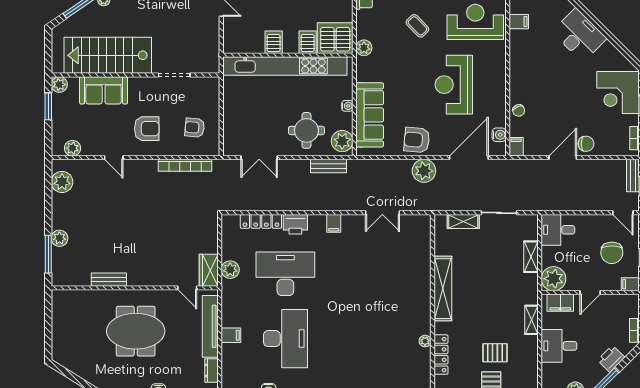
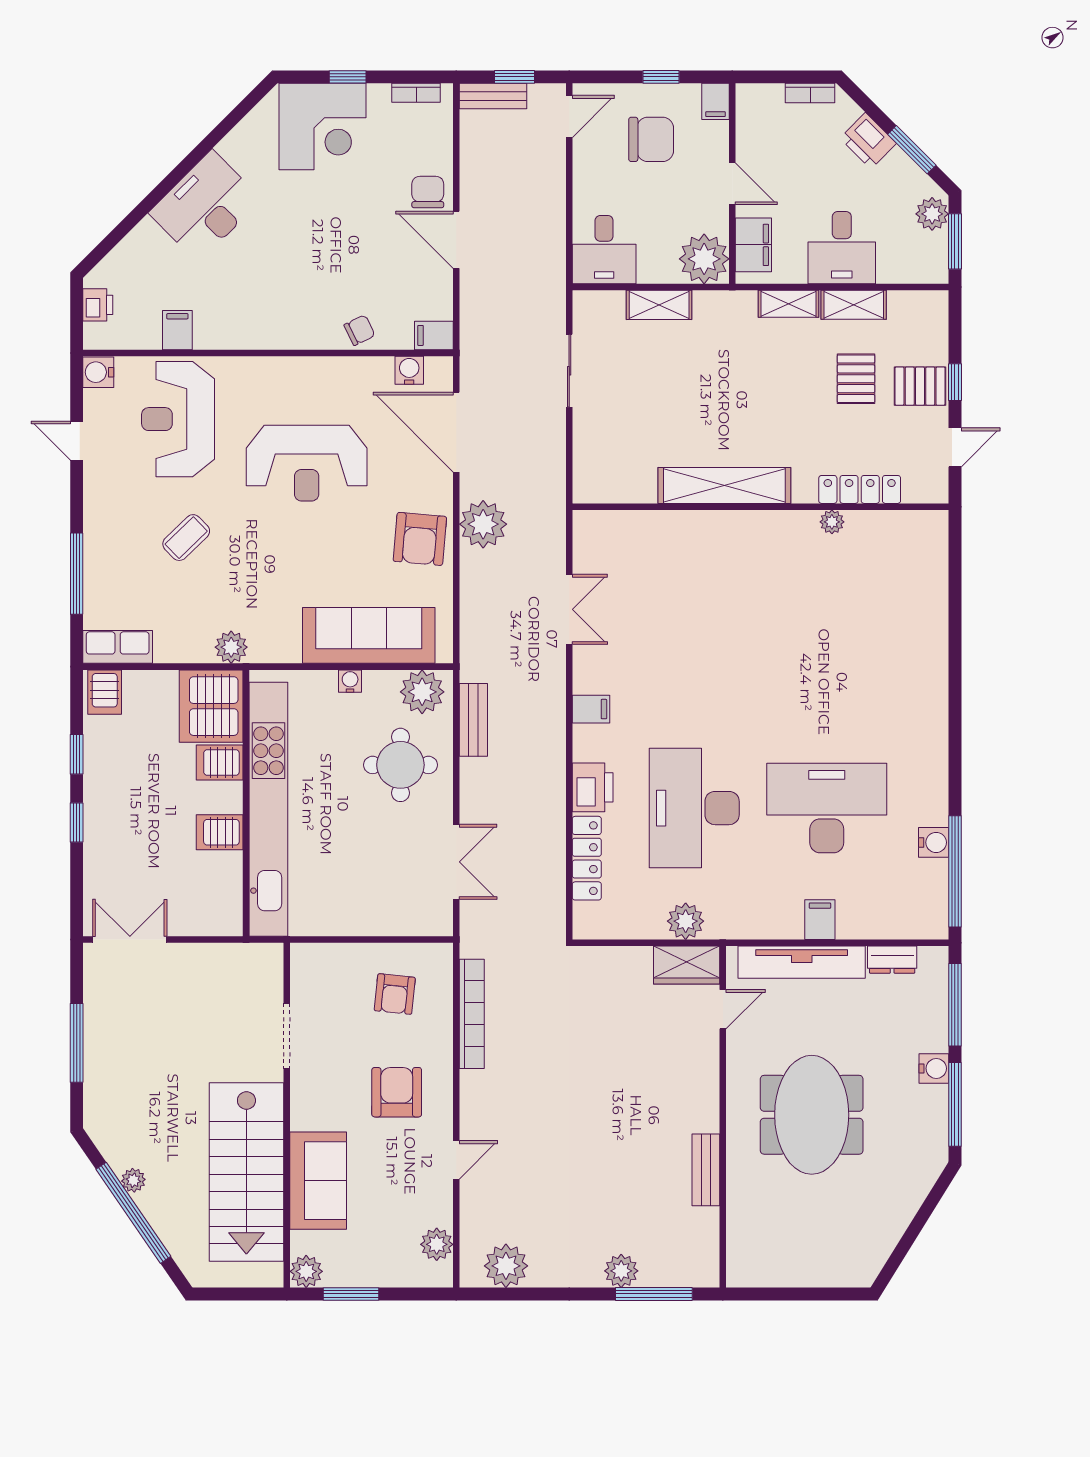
shelving: (463, 221) -> (854, 305), moved, turned 90

